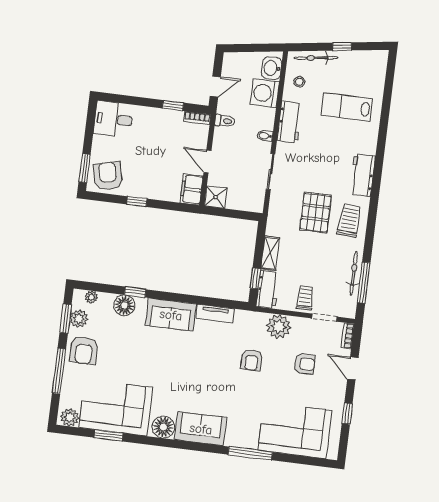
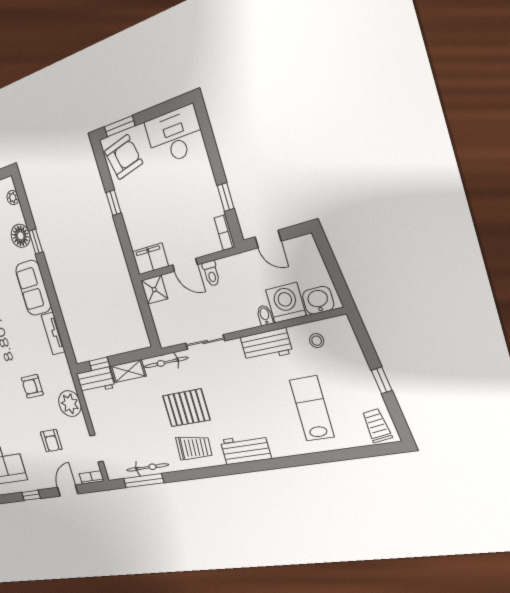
bicycle: (316, 58) -> (166, 362), moved, turned -82
desk: (113, 119) -> (175, 135), width x1.37
toilet: (225, 121) -> (211, 274), moved
bidet: (265, 136) -> (265, 315), moved
door: (207, 161) -> (185, 265), swing flipped
trolley: (305, 298) -> (377, 426), moved, turned -98

